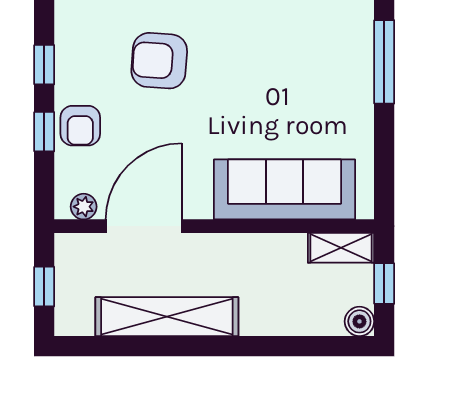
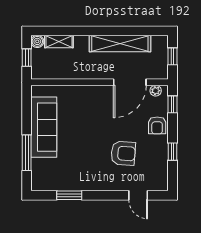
armchair: (80, 126) -> (157, 125), turned 180
window: (44, 132) -> (173, 104), moved
sofa: (285, 189) -> (44, 127), moved, turned -90
shelving: (341, 248) -> (59, 42), moved

